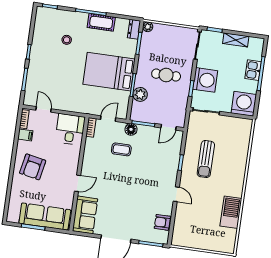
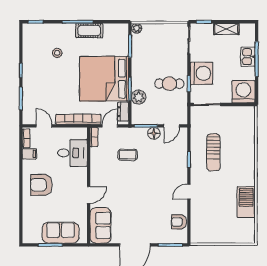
dresser: (134, 29) -> (123, 112), moved
bed: (109, 72) -> (104, 79), width x1.36
cafe table: (166, 75) -> (169, 84), moved
bookcase: (78, 108) -> (78, 119), added
desk: (70, 129) -> (72, 153), moved, turned 90
floor lamp: (131, 129) -> (154, 133), moved
armchair: (33, 167) -> (41, 185), turned 79
door: (176, 194) -> (189, 192), swing flipped
sofa: (45, 217) -> (61, 233), width x0.73

